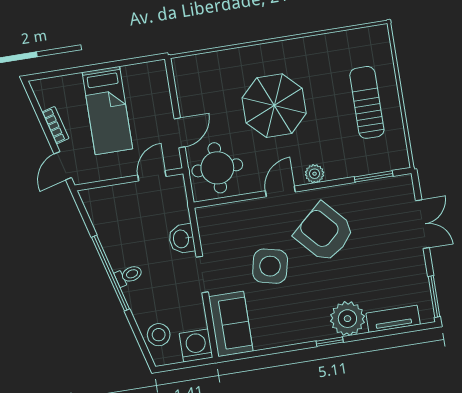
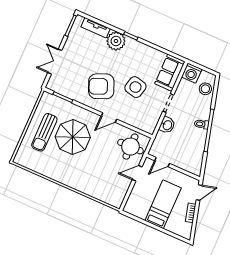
parasol: (274, 106) -> (73, 137), moved
plant: (315, 174) -> (89, 116), removed
armchair: (324, 233) -> (101, 86), turned 109

